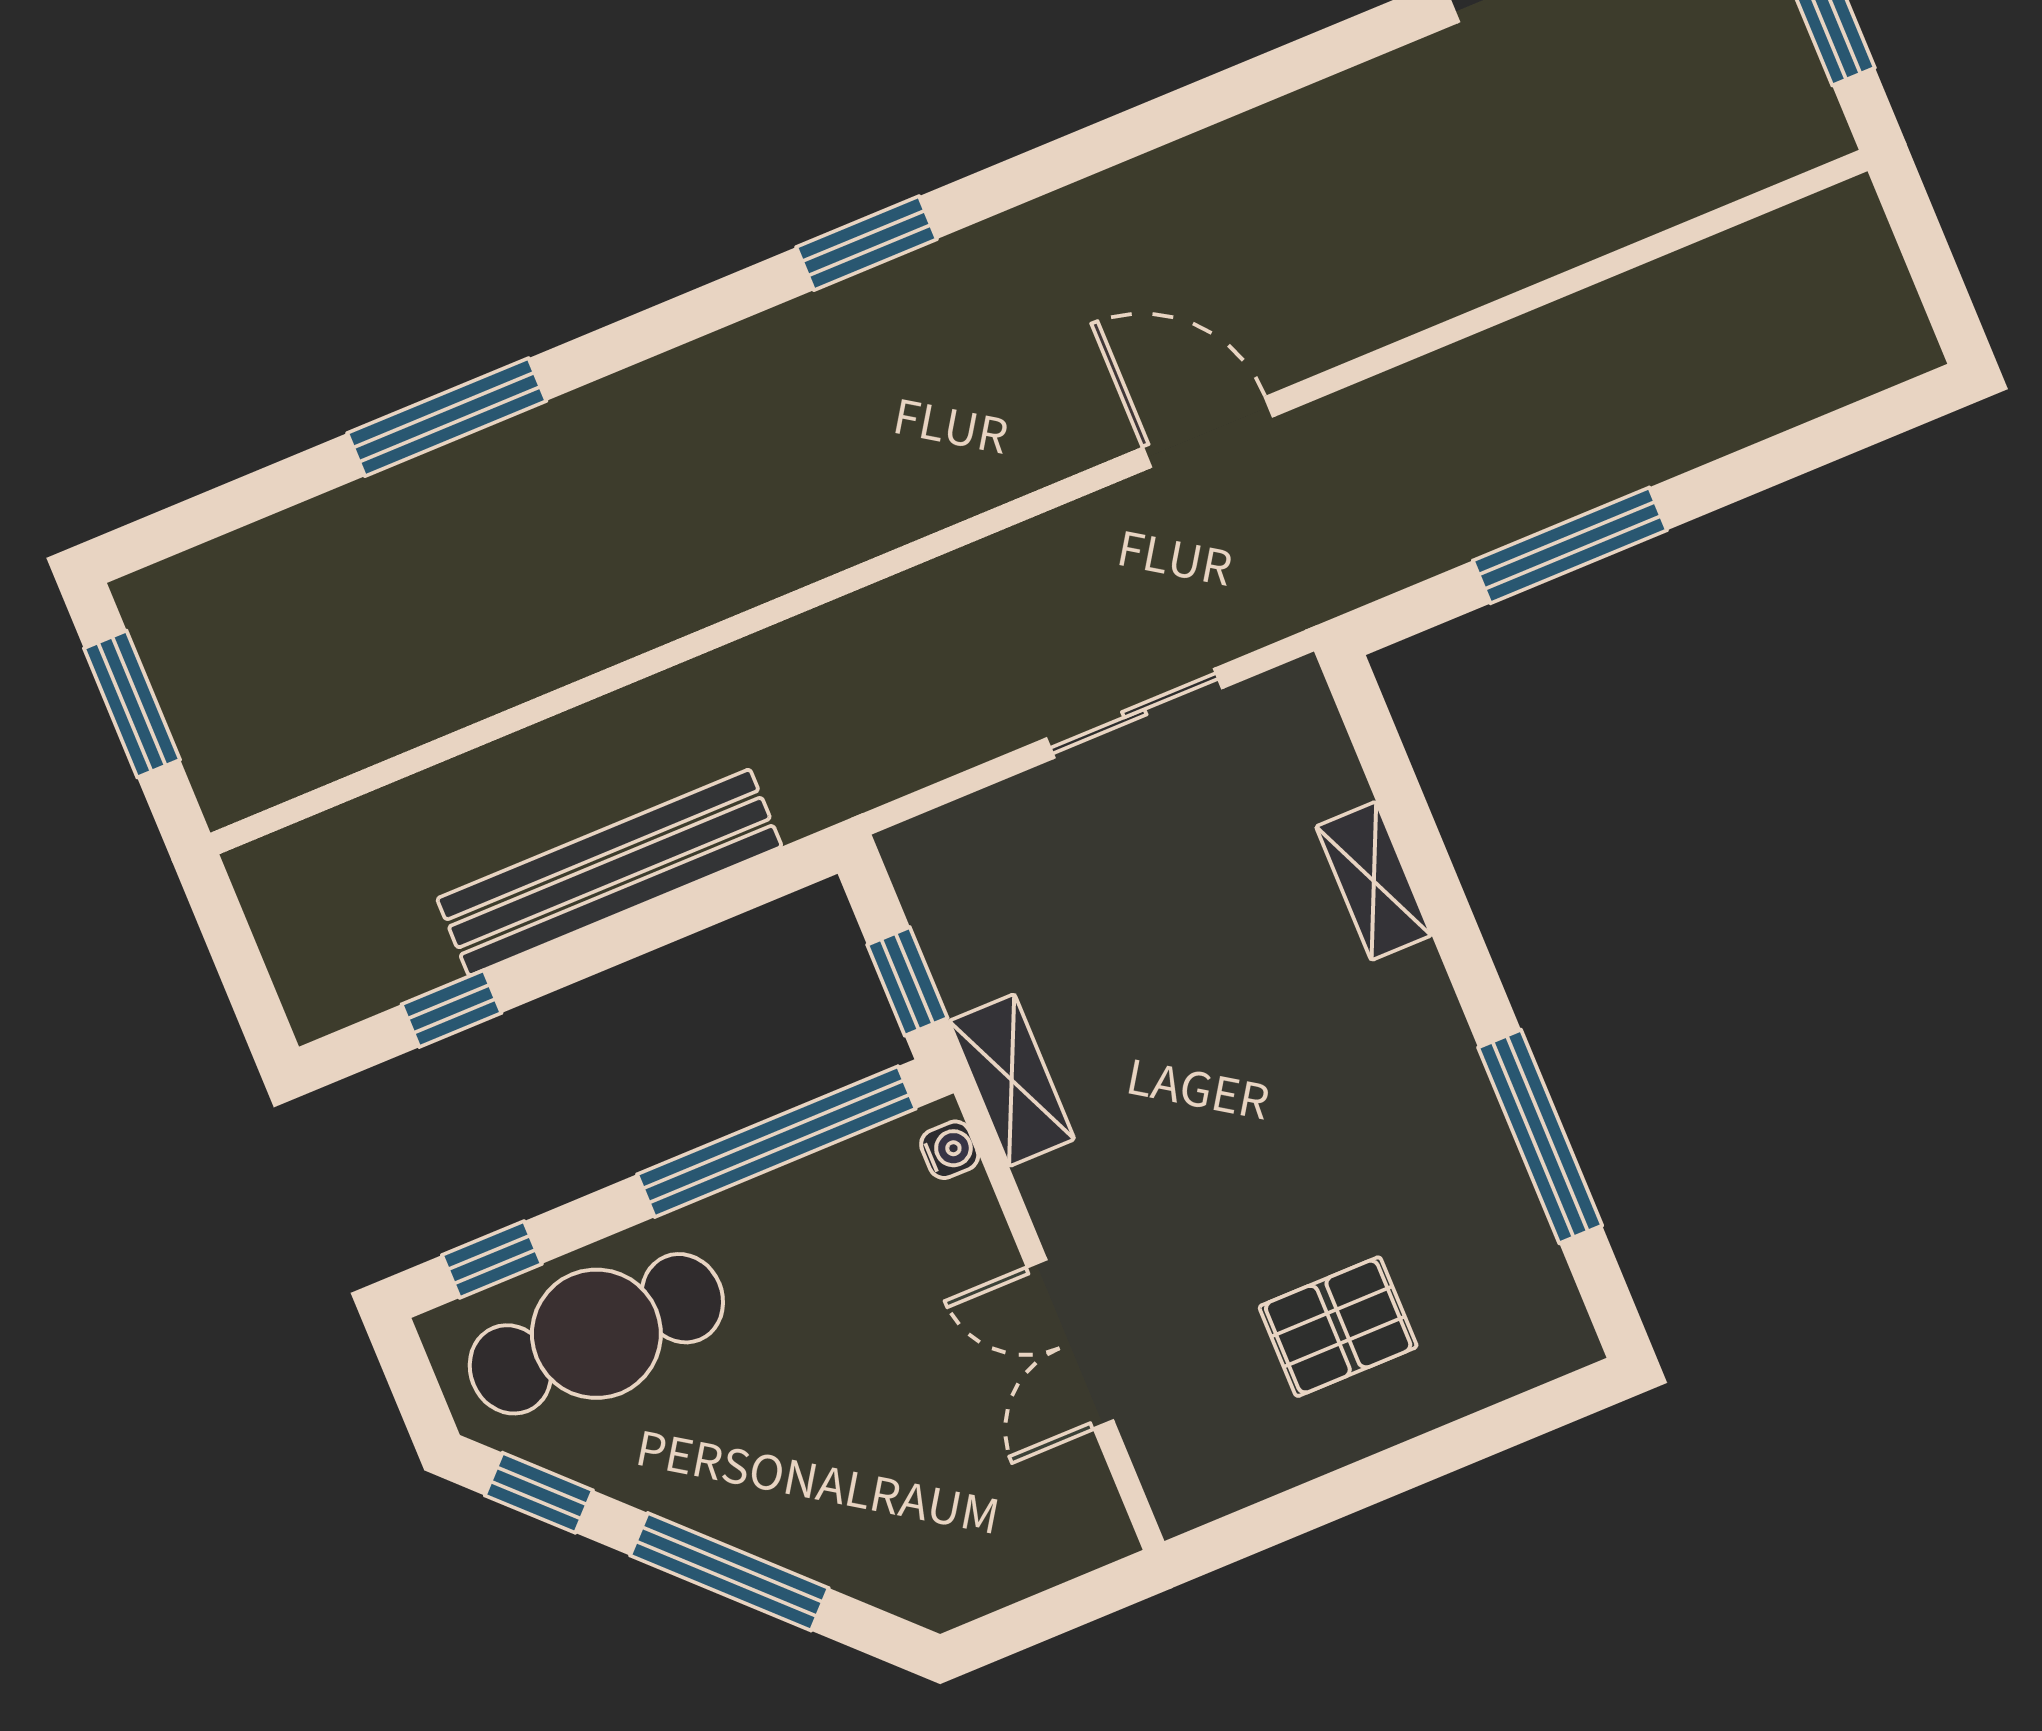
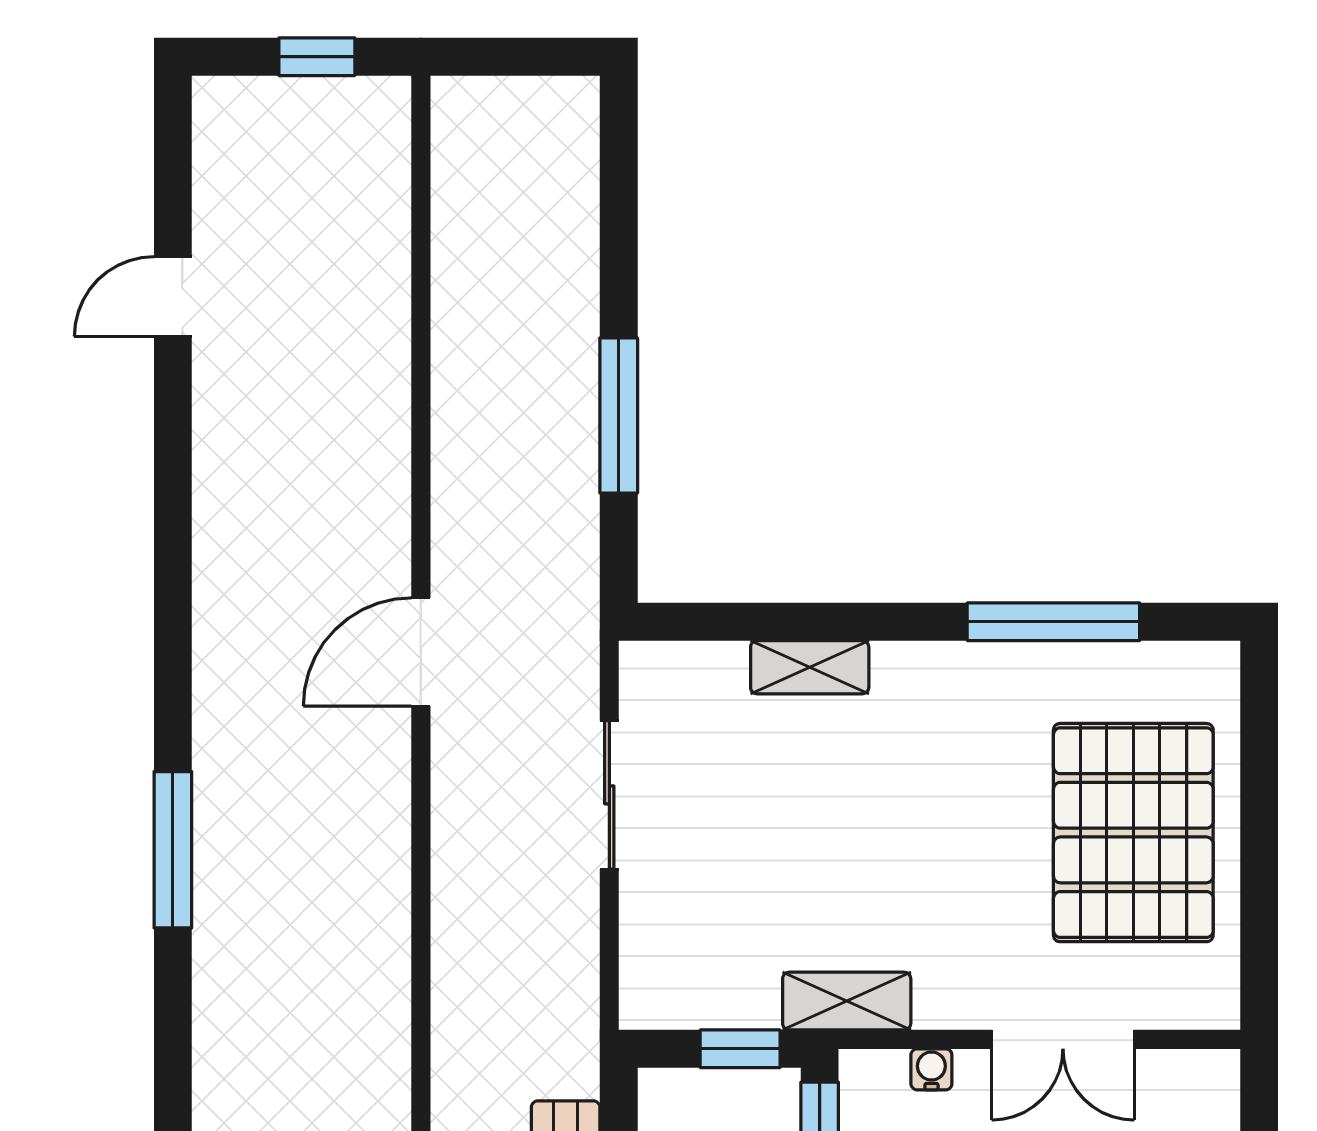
window: (867, 243) -> (173, 850), width x1.44
water cooler: (950, 1150) -> (931, 1069), moved
pallet: (1338, 1327) -> (1133, 833), width x2.05, depth x2.00

